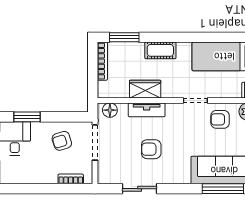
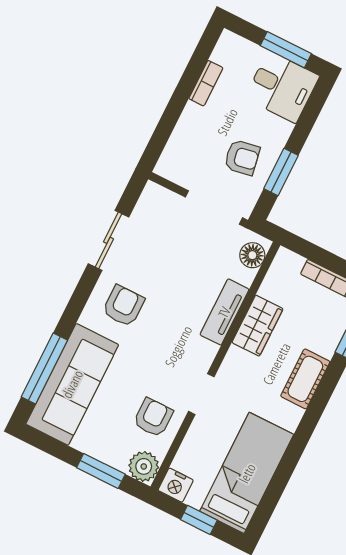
window: (27, 117) -> (281, 172), moved
armchair: (62, 141) -> (242, 157), turned 97
armchair: (151, 149) -> (123, 306), moved
bookcase: (71, 179) -> (206, 83), moved

